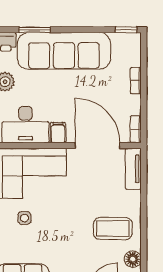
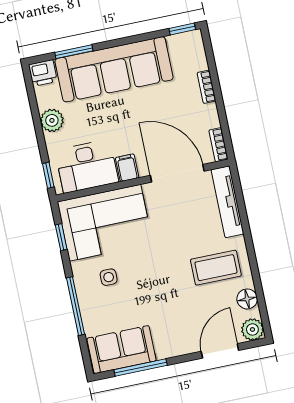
tv unit: (133, 169) -> (227, 202), width x1.41

